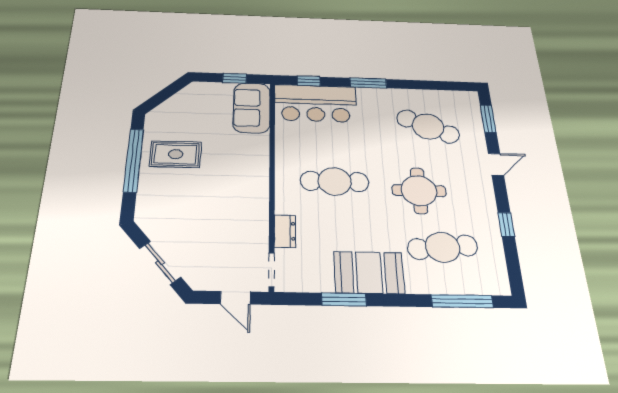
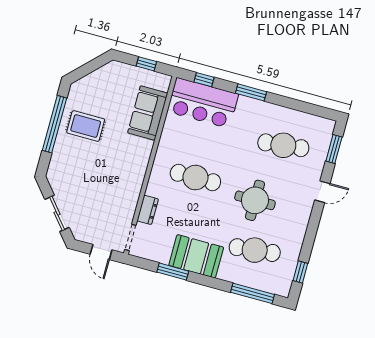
sofa: (252, 108) -> (148, 113), moved
cafe table: (428, 126) -> (283, 145), turned -30
window: (506, 225) -> (300, 272), moved

